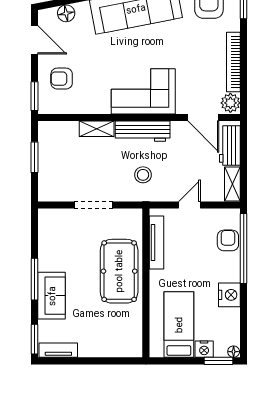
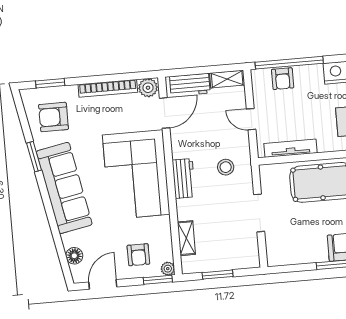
corner sofa: (143, 91) -> (136, 175), width x1.36, depth x1.36
plant: (45, 107) -> (168, 269), added
shelving: (97, 129) -> (186, 238), moved
workbench: (143, 131) -> (184, 178), width x0.73
armchair: (228, 240) -> (283, 79), turned -90

